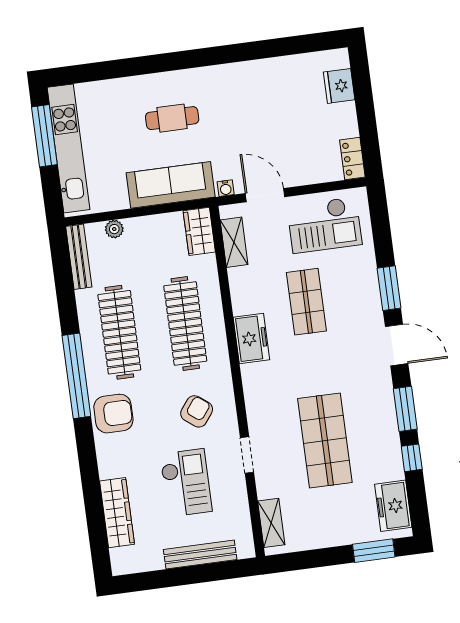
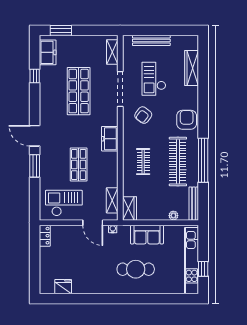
fridge: (339, 86) -> (63, 287), moved, turned -90
cafe table: (172, 118) -> (136, 269), width x1.37, depth x1.35
window: (44, 136) -> (203, 269), width x0.46
sofa: (171, 185) -> (147, 235), width x0.73
clothes rail: (185, 324) -> (143, 162), width x0.54, depth x0.76
freezer: (251, 339) -> (110, 139), moved
window: (76, 376) -> (203, 160), moved
window: (405, 409) -> (35, 102), removed
armchair: (113, 414) -> (187, 120), turned 90
doorway: (247, 455) -> (120, 89), width x1.88

